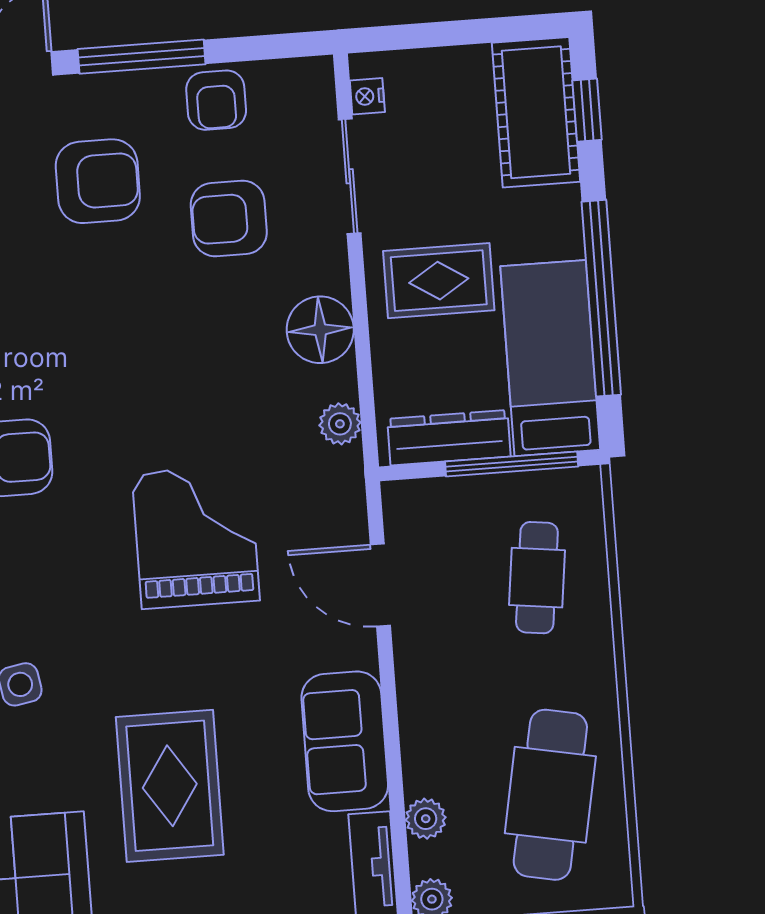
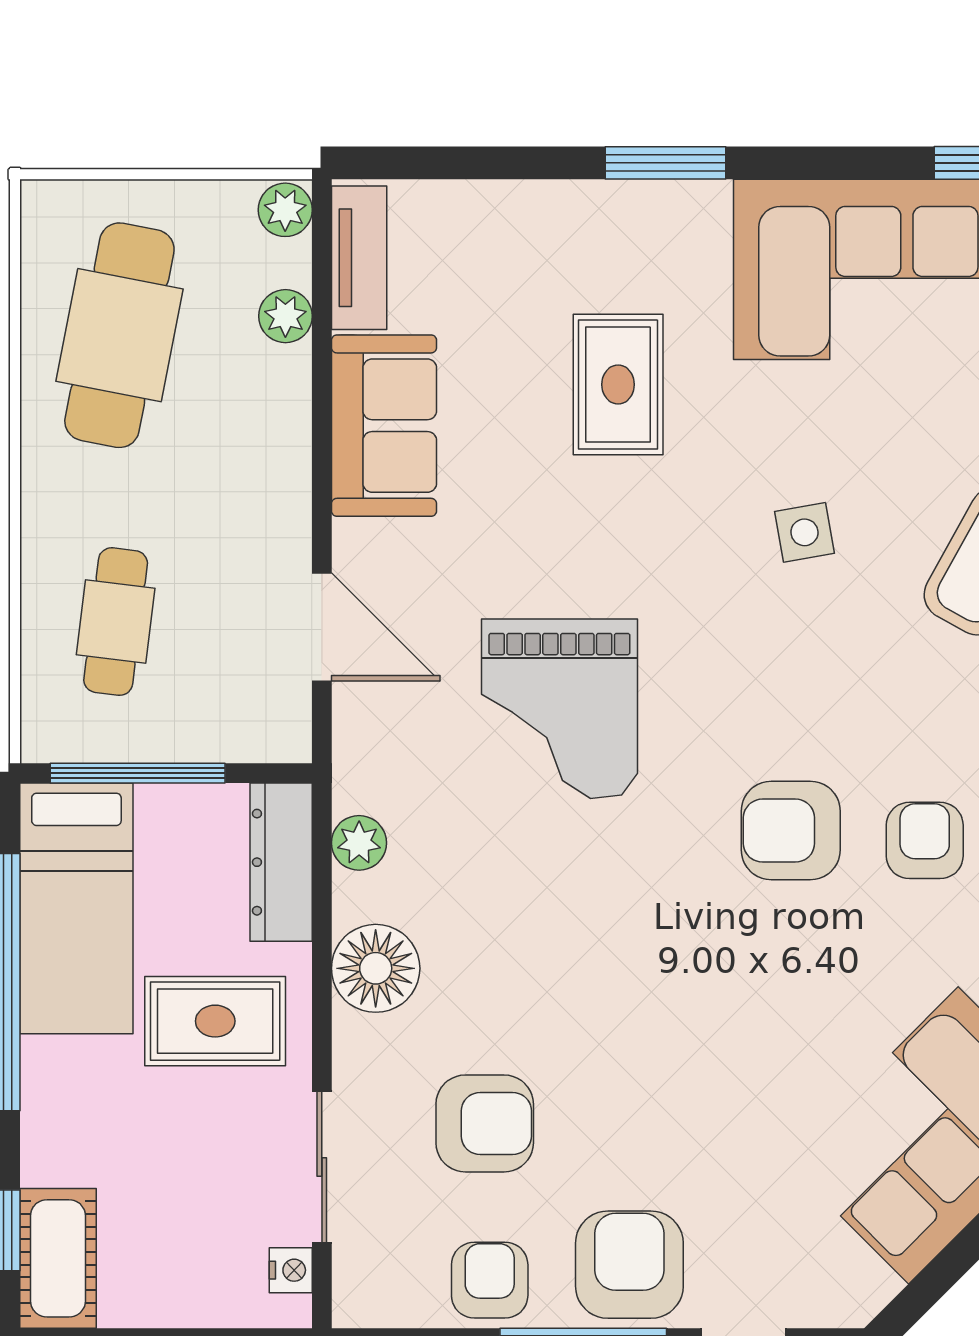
cot: (536, 112) -> (58, 1258), width x0.73, depth x0.75
armchair: (98, 181) -> (629, 1265), moved, turned 90
dresser: (449, 438) -> (281, 862), moved, turned 90
rug: (170, 786) -> (618, 385), width x0.73, depth x0.70

